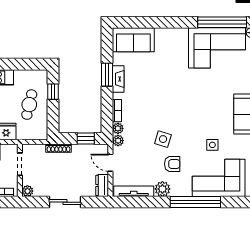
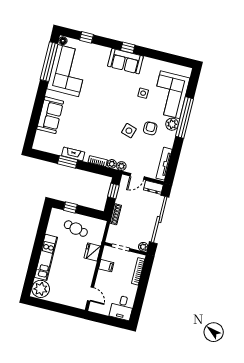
sofa: (133, 40) -> (50, 115), moved
plant: (162, 189) -> (172, 124), moved
sliding door: (65, 202) -> (159, 220), width x1.86

